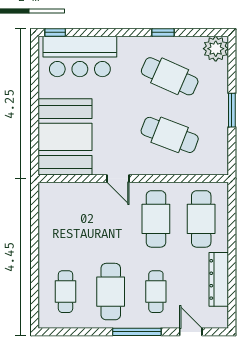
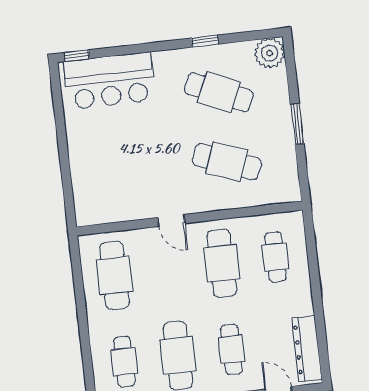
booth: (65, 137) -> (103, 178), removed
cafe table: (65, 219) -> (114, 275), added
cafe table: (201, 219) -> (275, 257), width x0.73, depth x0.74
dresser: (219, 279) -> (307, 349), moved

